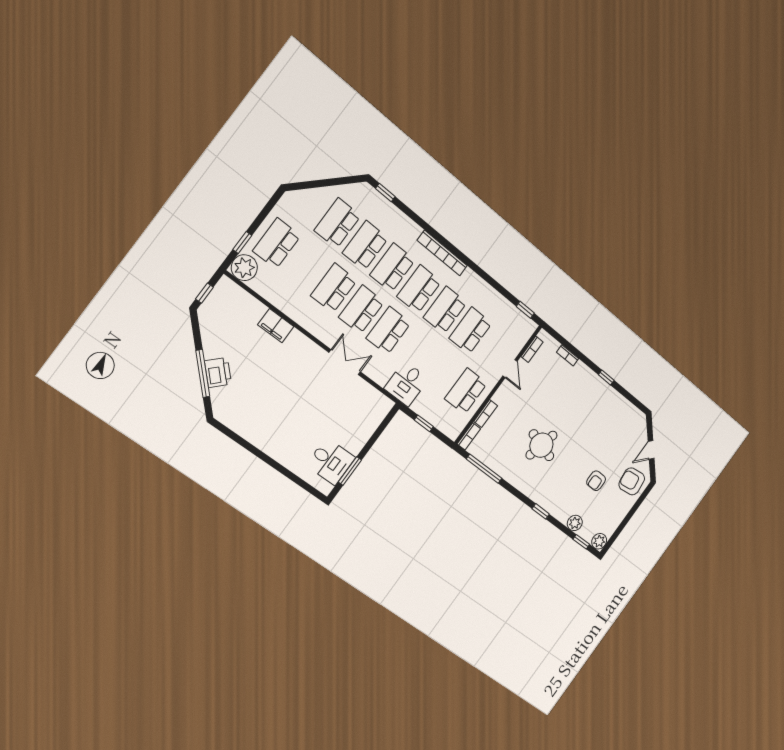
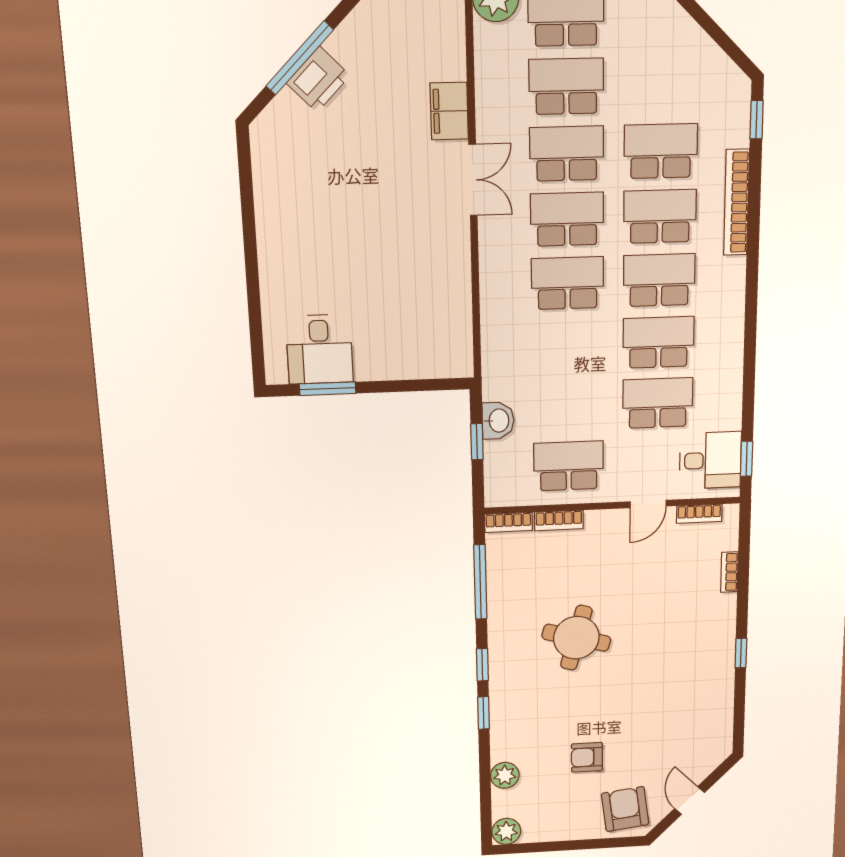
school desk: (337, 223) -> (566, 86), moved
bookcase: (442, 253) -> (737, 202), moved
double door: (345, 362) -> (473, 180), moved
desk: (406, 384) -> (710, 460), moved, turned 180
washbasin: (422, 407) -> (498, 421), added
door: (651, 450) -> (690, 801), hinge flipped
window: (581, 542) -> (482, 665), moved

